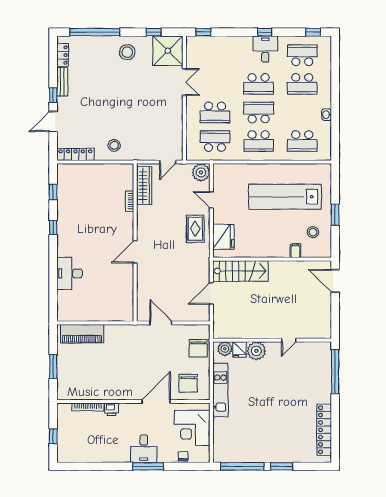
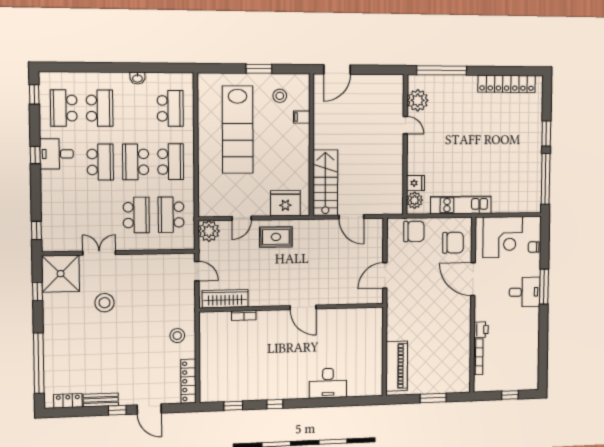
stool: (127, 52) -> (105, 303), moved
plant: (256, 351) -> (418, 100), moved

